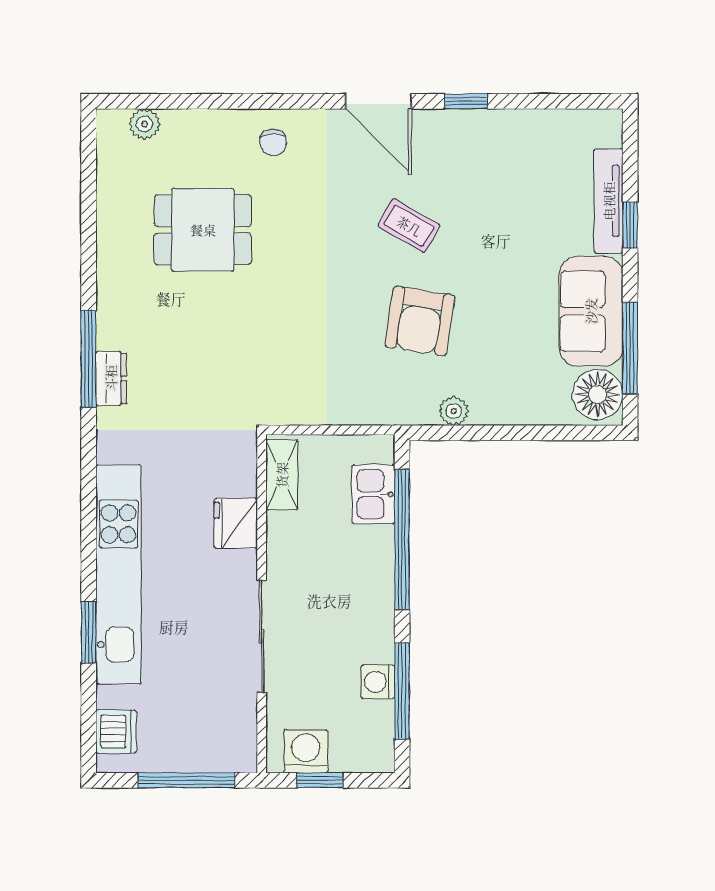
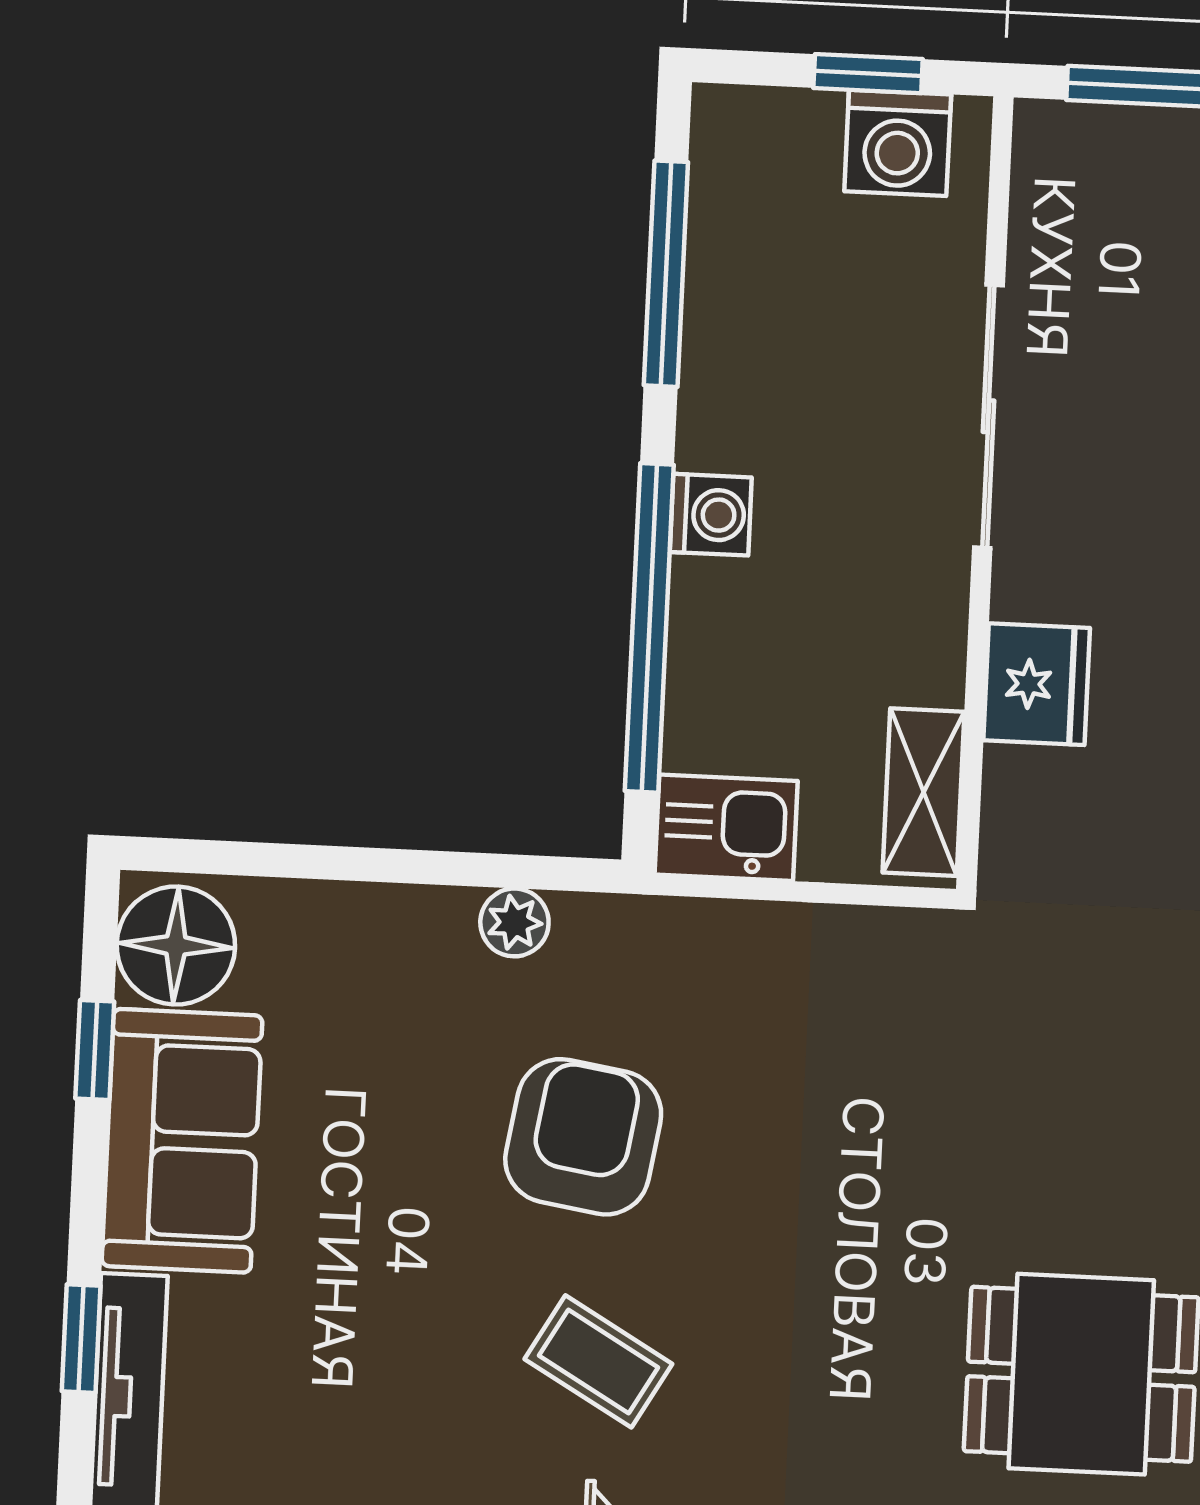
window: (630, 348) -> (95, 1050), width x0.46
kitchen sink: (373, 494) -> (726, 828), moved, turned -90
washing machine: (378, 682) -> (711, 515), moved

